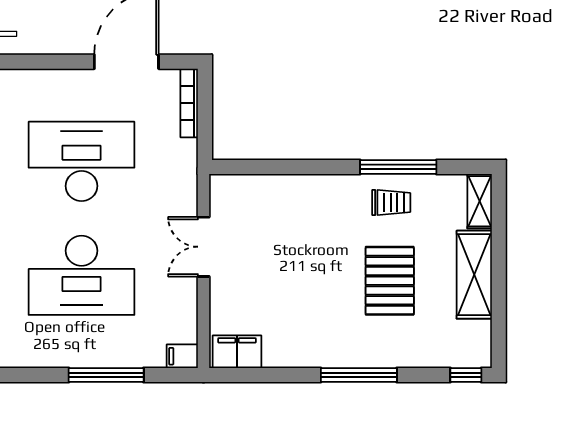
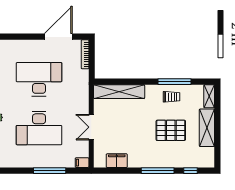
shelving: (269, 190) -> (119, 92), added
double door: (203, 247) -> (91, 127), moved
pallet: (390, 281) -> (171, 130), turned 90
filing cabinet: (237, 352) -> (117, 161), moved
window: (466, 375) -> (190, 171), moved

